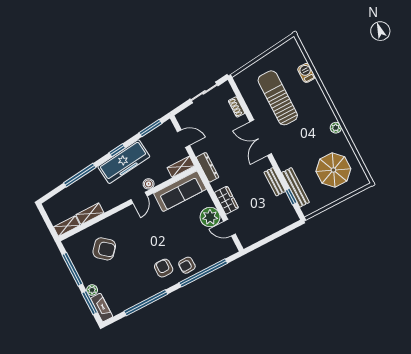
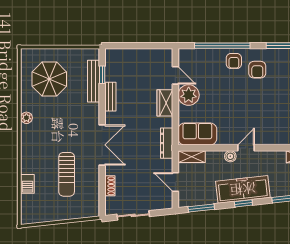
sun lounger: (278, 98) -> (67, 174), width x0.73, depth x0.75
sofa: (180, 191) -> (197, 134), width x0.73
armchair: (187, 265) -> (234, 61), turned 92

